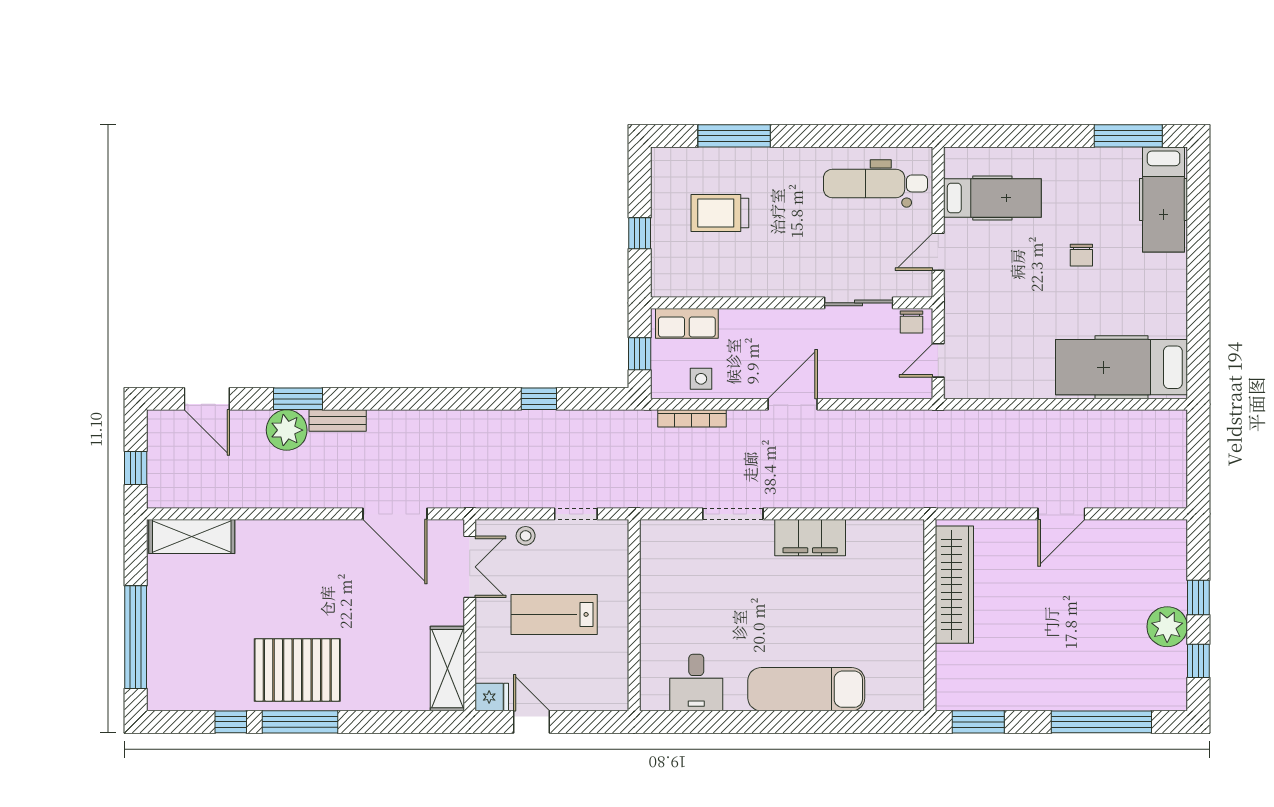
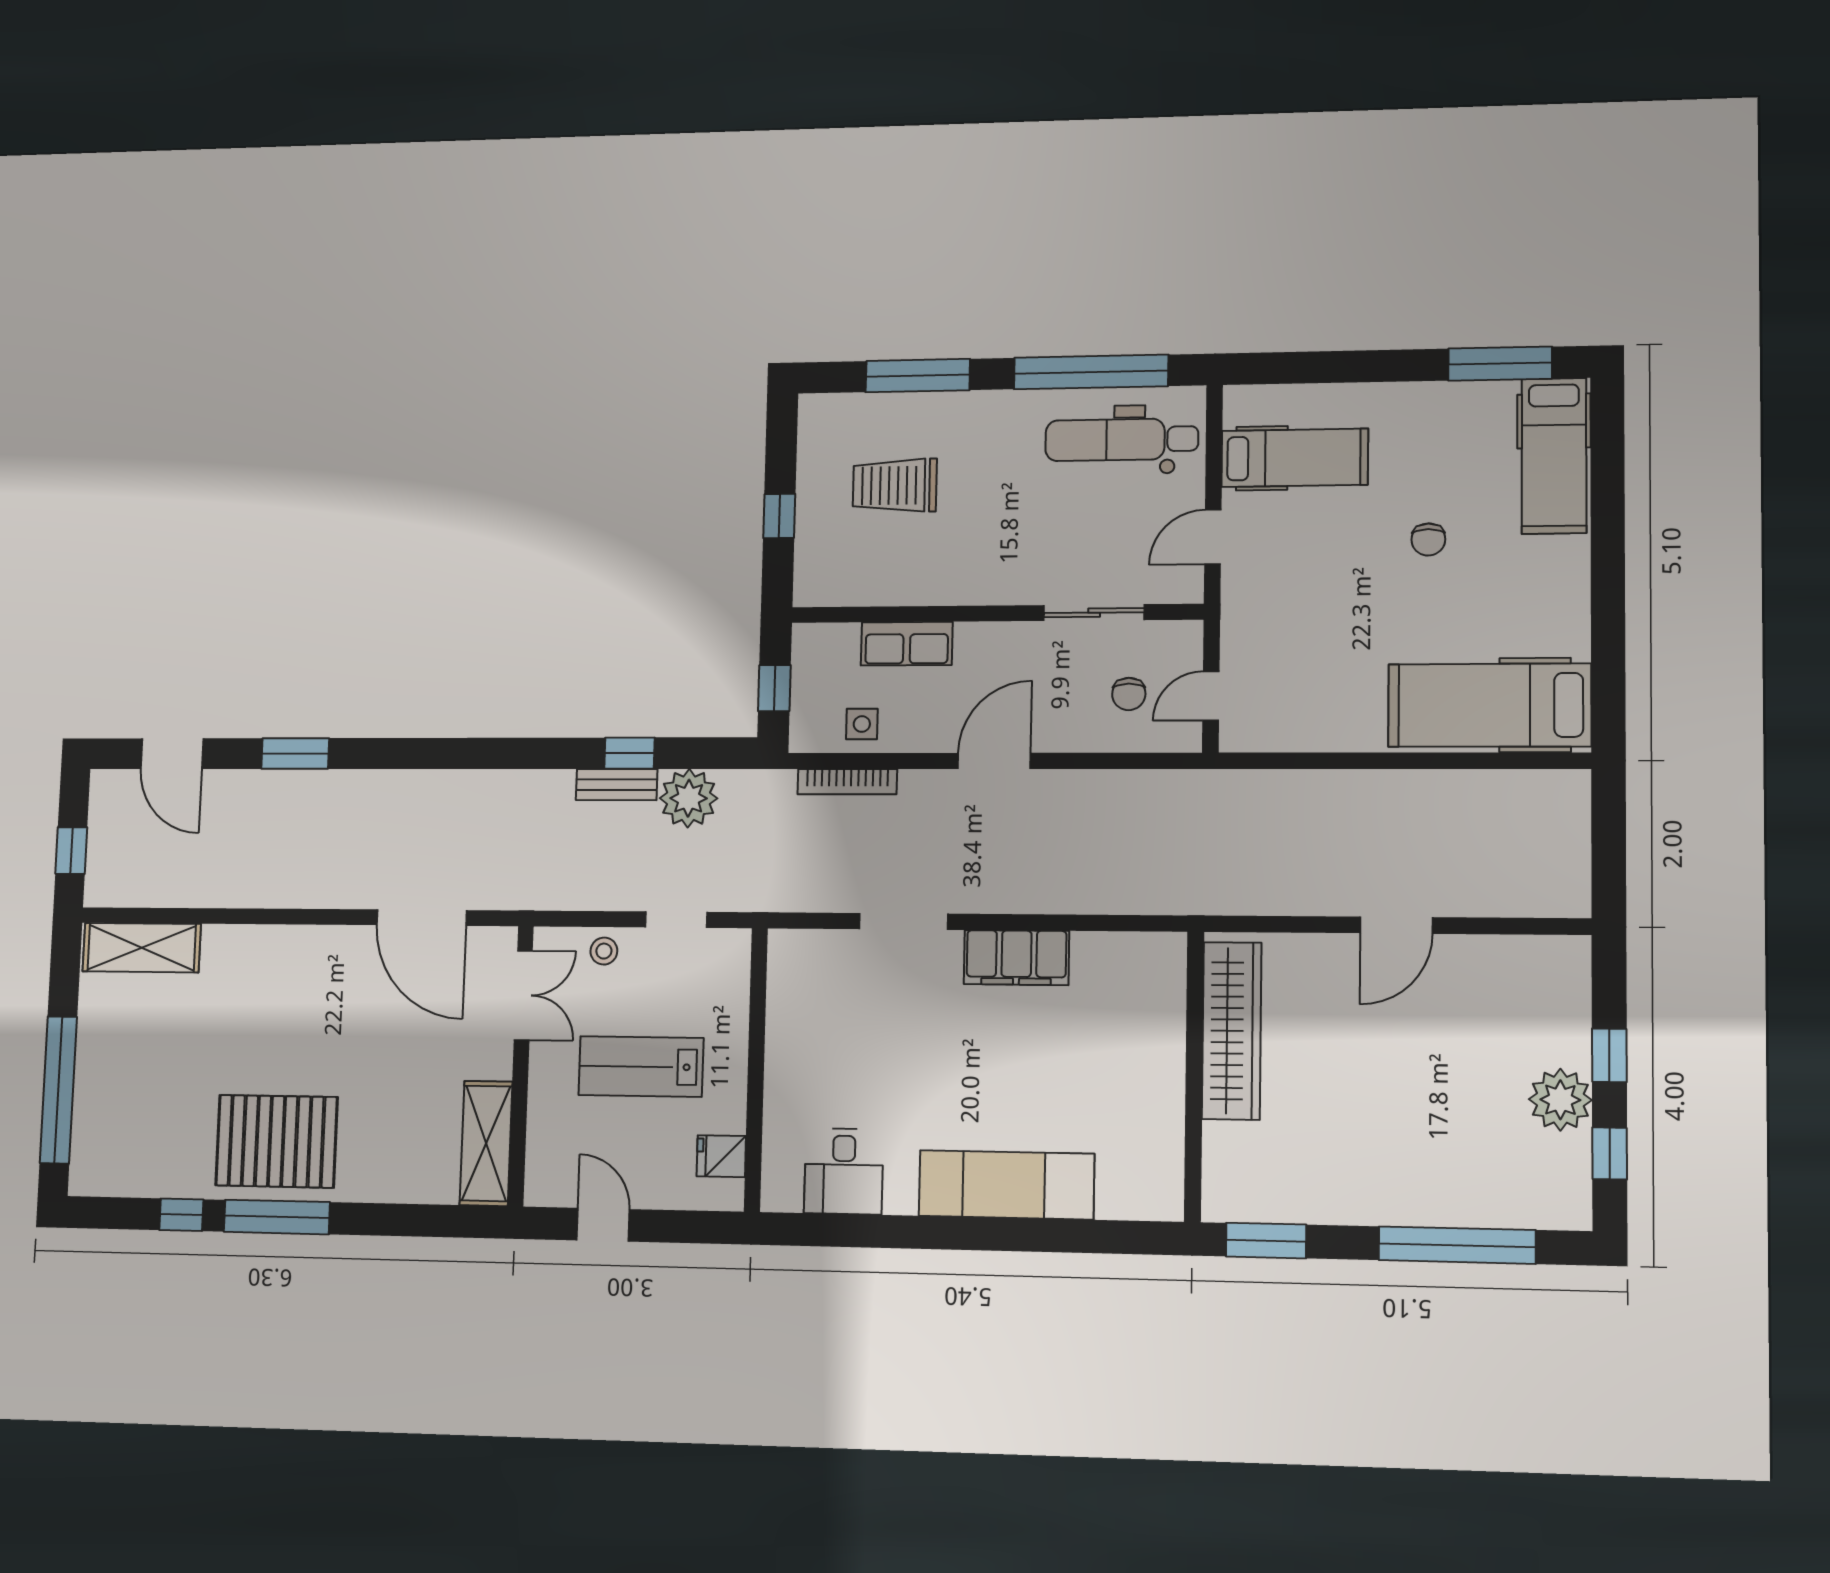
window: (854, 136) -> (1091, 372), added
chair: (912, 322) -> (1129, 694), moved
row of seats: (687, 323) -> (907, 644), moved
bench: (338, 421) -> (617, 785), moved
plant: (287, 430) -> (689, 798), moved
fridge: (492, 697) -> (721, 1156), moved, turned 180

